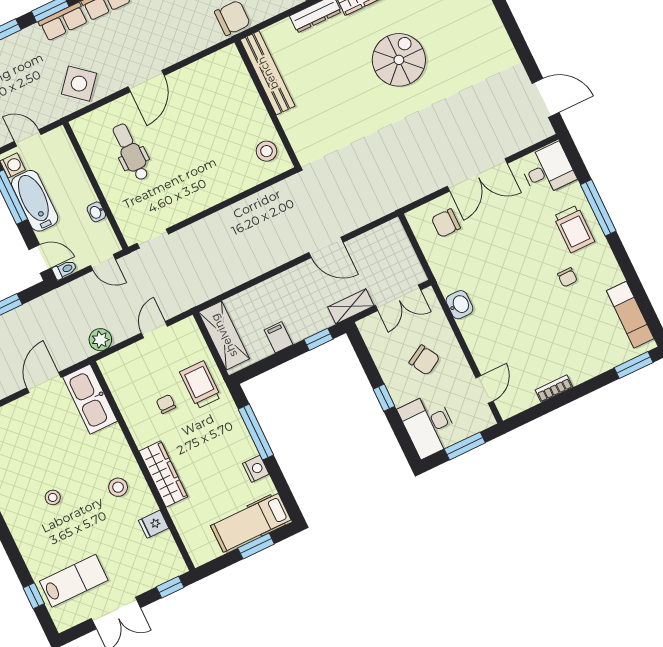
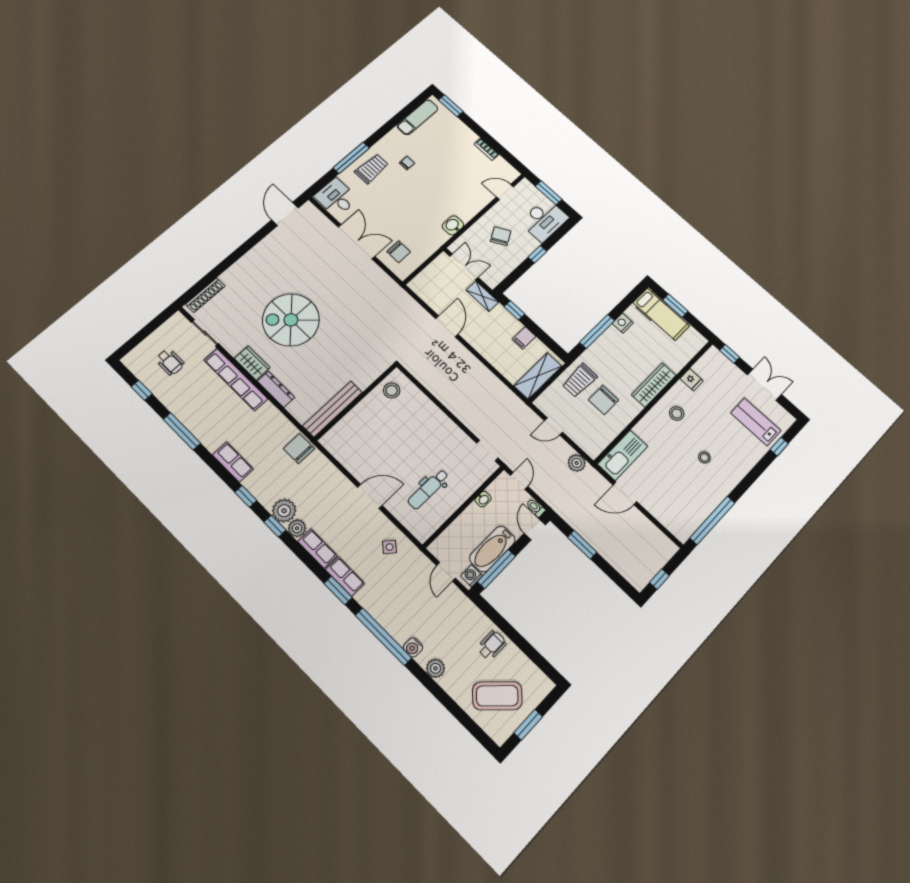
spiral stairs: (399, 60) -> (291, 320), width x1.37, depth x1.37
side table: (79, 84) -> (390, 547), width x0.54, depth x0.54
chair: (166, 404) -> (604, 400), width x1.87, depth x1.87

